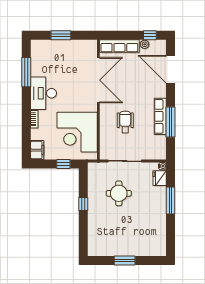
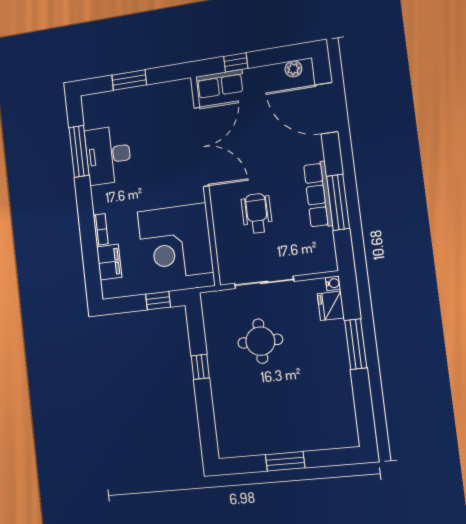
window: (150, 35) -> (236, 62), moved
plant: (145, 44) -> (293, 69), moved
row of seats: (119, 46) -> (220, 84), width x0.68
desk: (44, 93) -> (108, 155), moved
filing cabinet: (37, 150) -> (109, 262), moved

